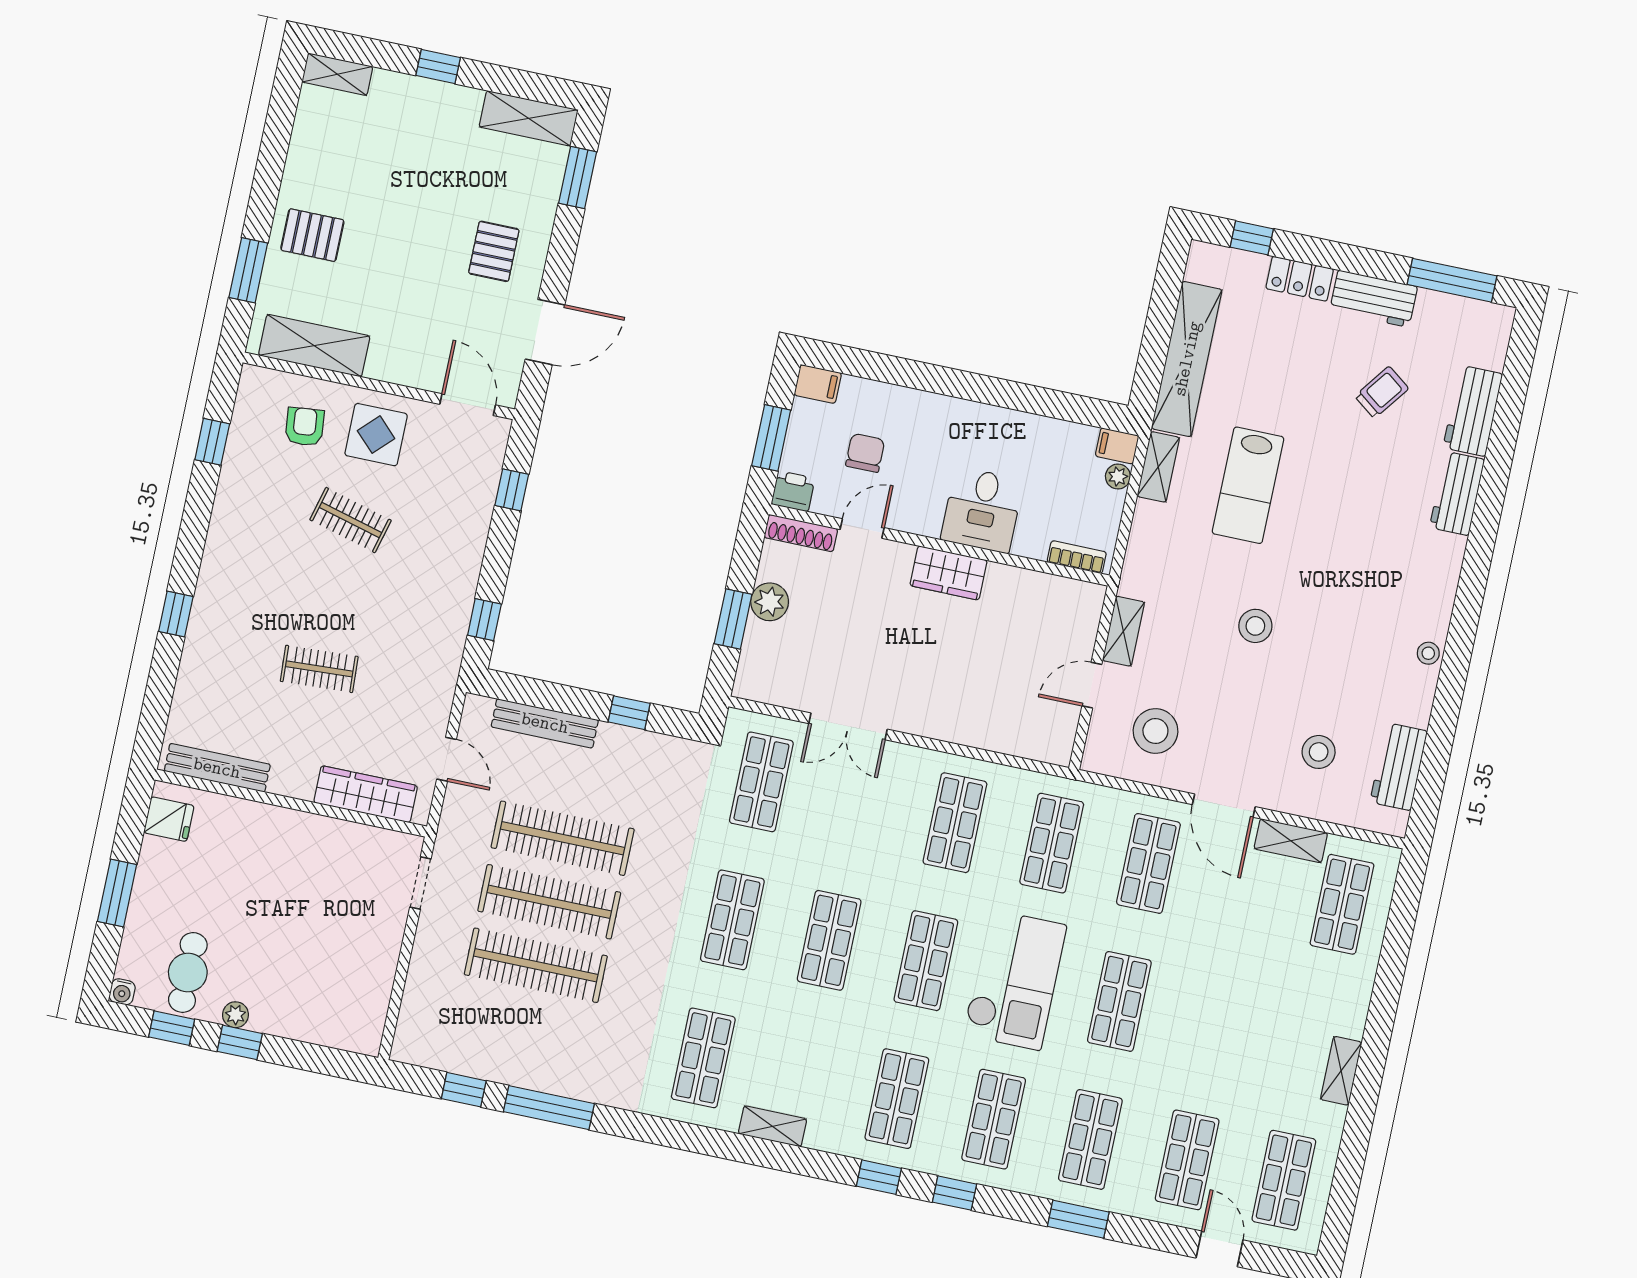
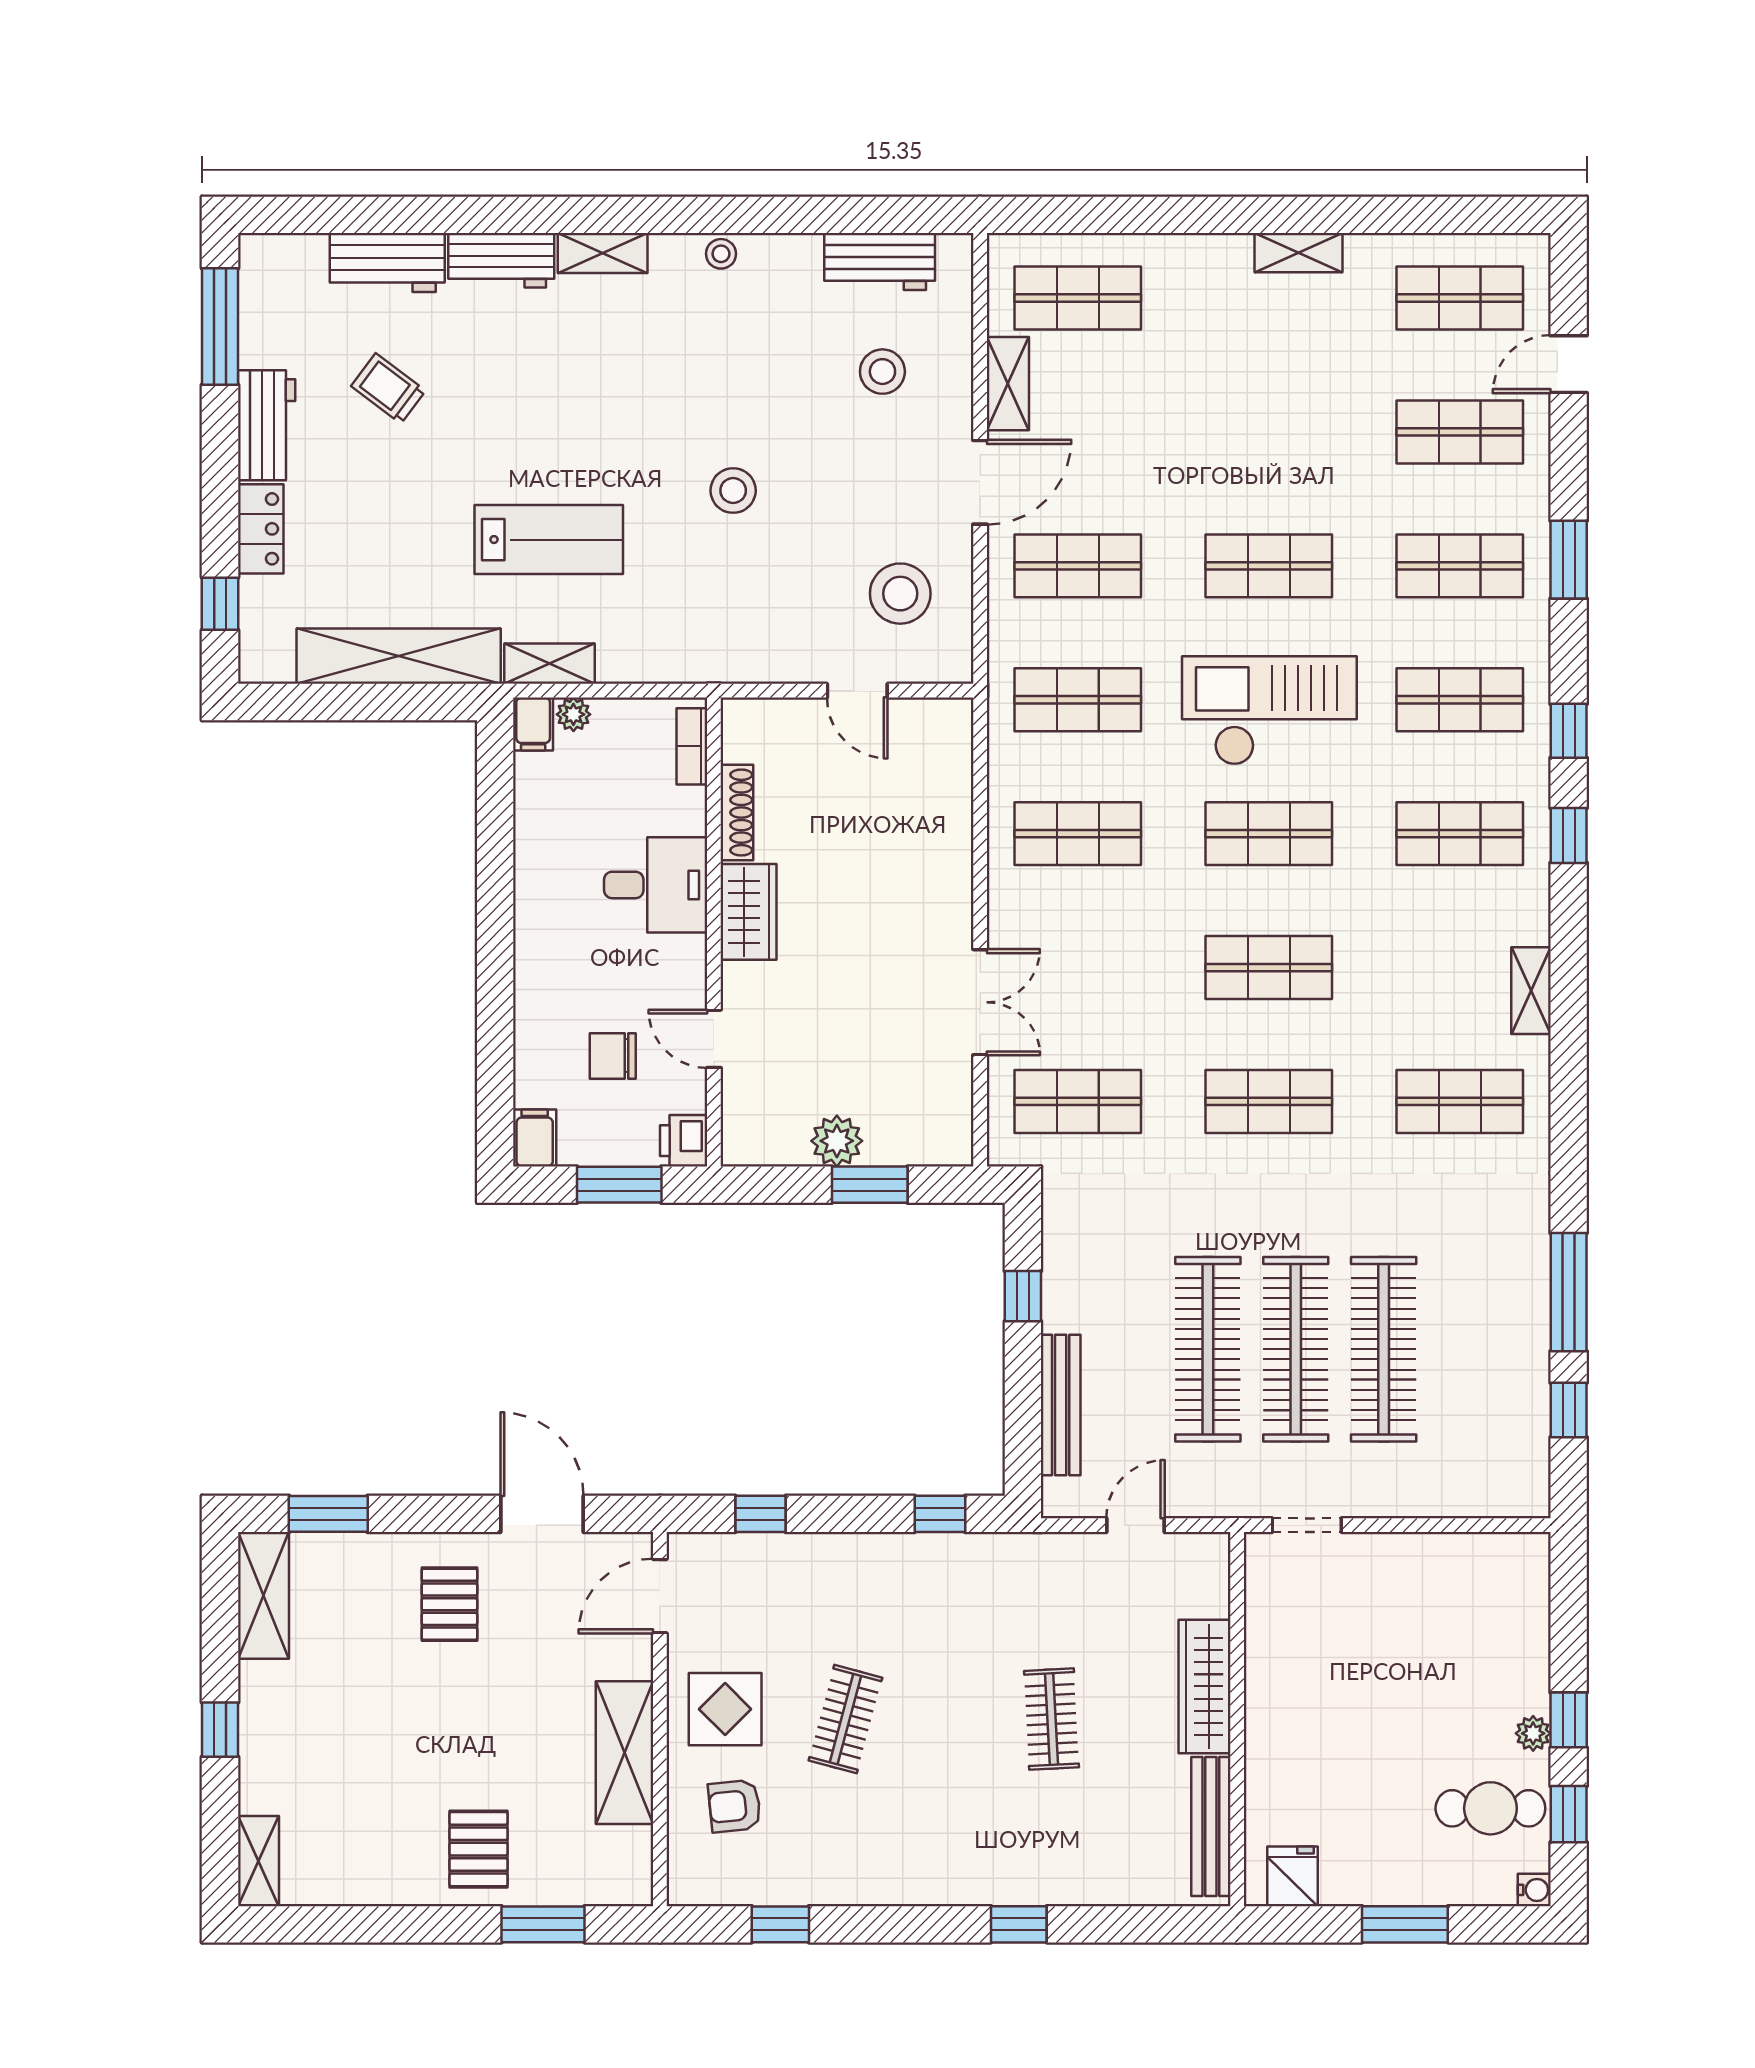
pallet: (494, 251) -> (449, 1604), turned 90
shelving: (314, 346) -> (624, 1753), moved
shoe rack: (801, 533) -> (737, 812), moved
shelving: (1123, 631) -> (603, 253), moved
wardrobe: (366, 794) -> (1205, 1686), moved

